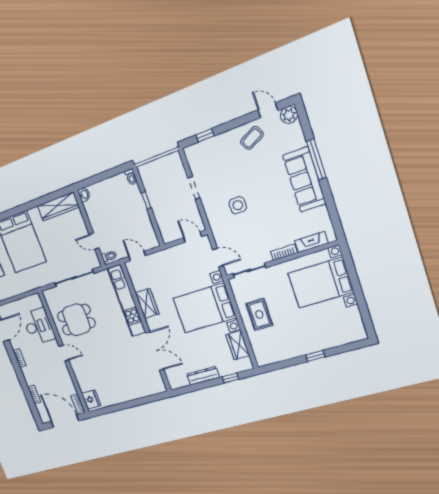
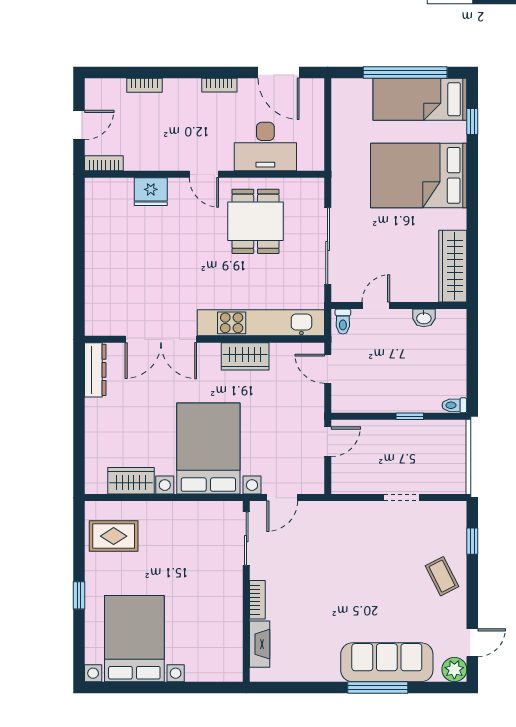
coffee table: (252, 138) -> (442, 576), moved
sofa: (304, 180) -> (387, 662), moved
washbasin: (84, 195) -> (424, 318), moved
side table: (238, 205) -> (352, 555), removed
door: (193, 237) -> (328, 442), moved
door: (137, 256) -> (328, 369), swing flipped
bed with nightstands: (321, 283) -> (134, 639), moved
rug: (259, 314) -> (114, 536), moved
door: (64, 353) -> (204, 174), hinge flipped
dresser: (203, 376) -> (95, 370), moved
window: (230, 378) -> (79, 450), removed
fridge: (91, 399) -> (151, 192), moved
door: (65, 421) -> (79, 125), width x0.53

